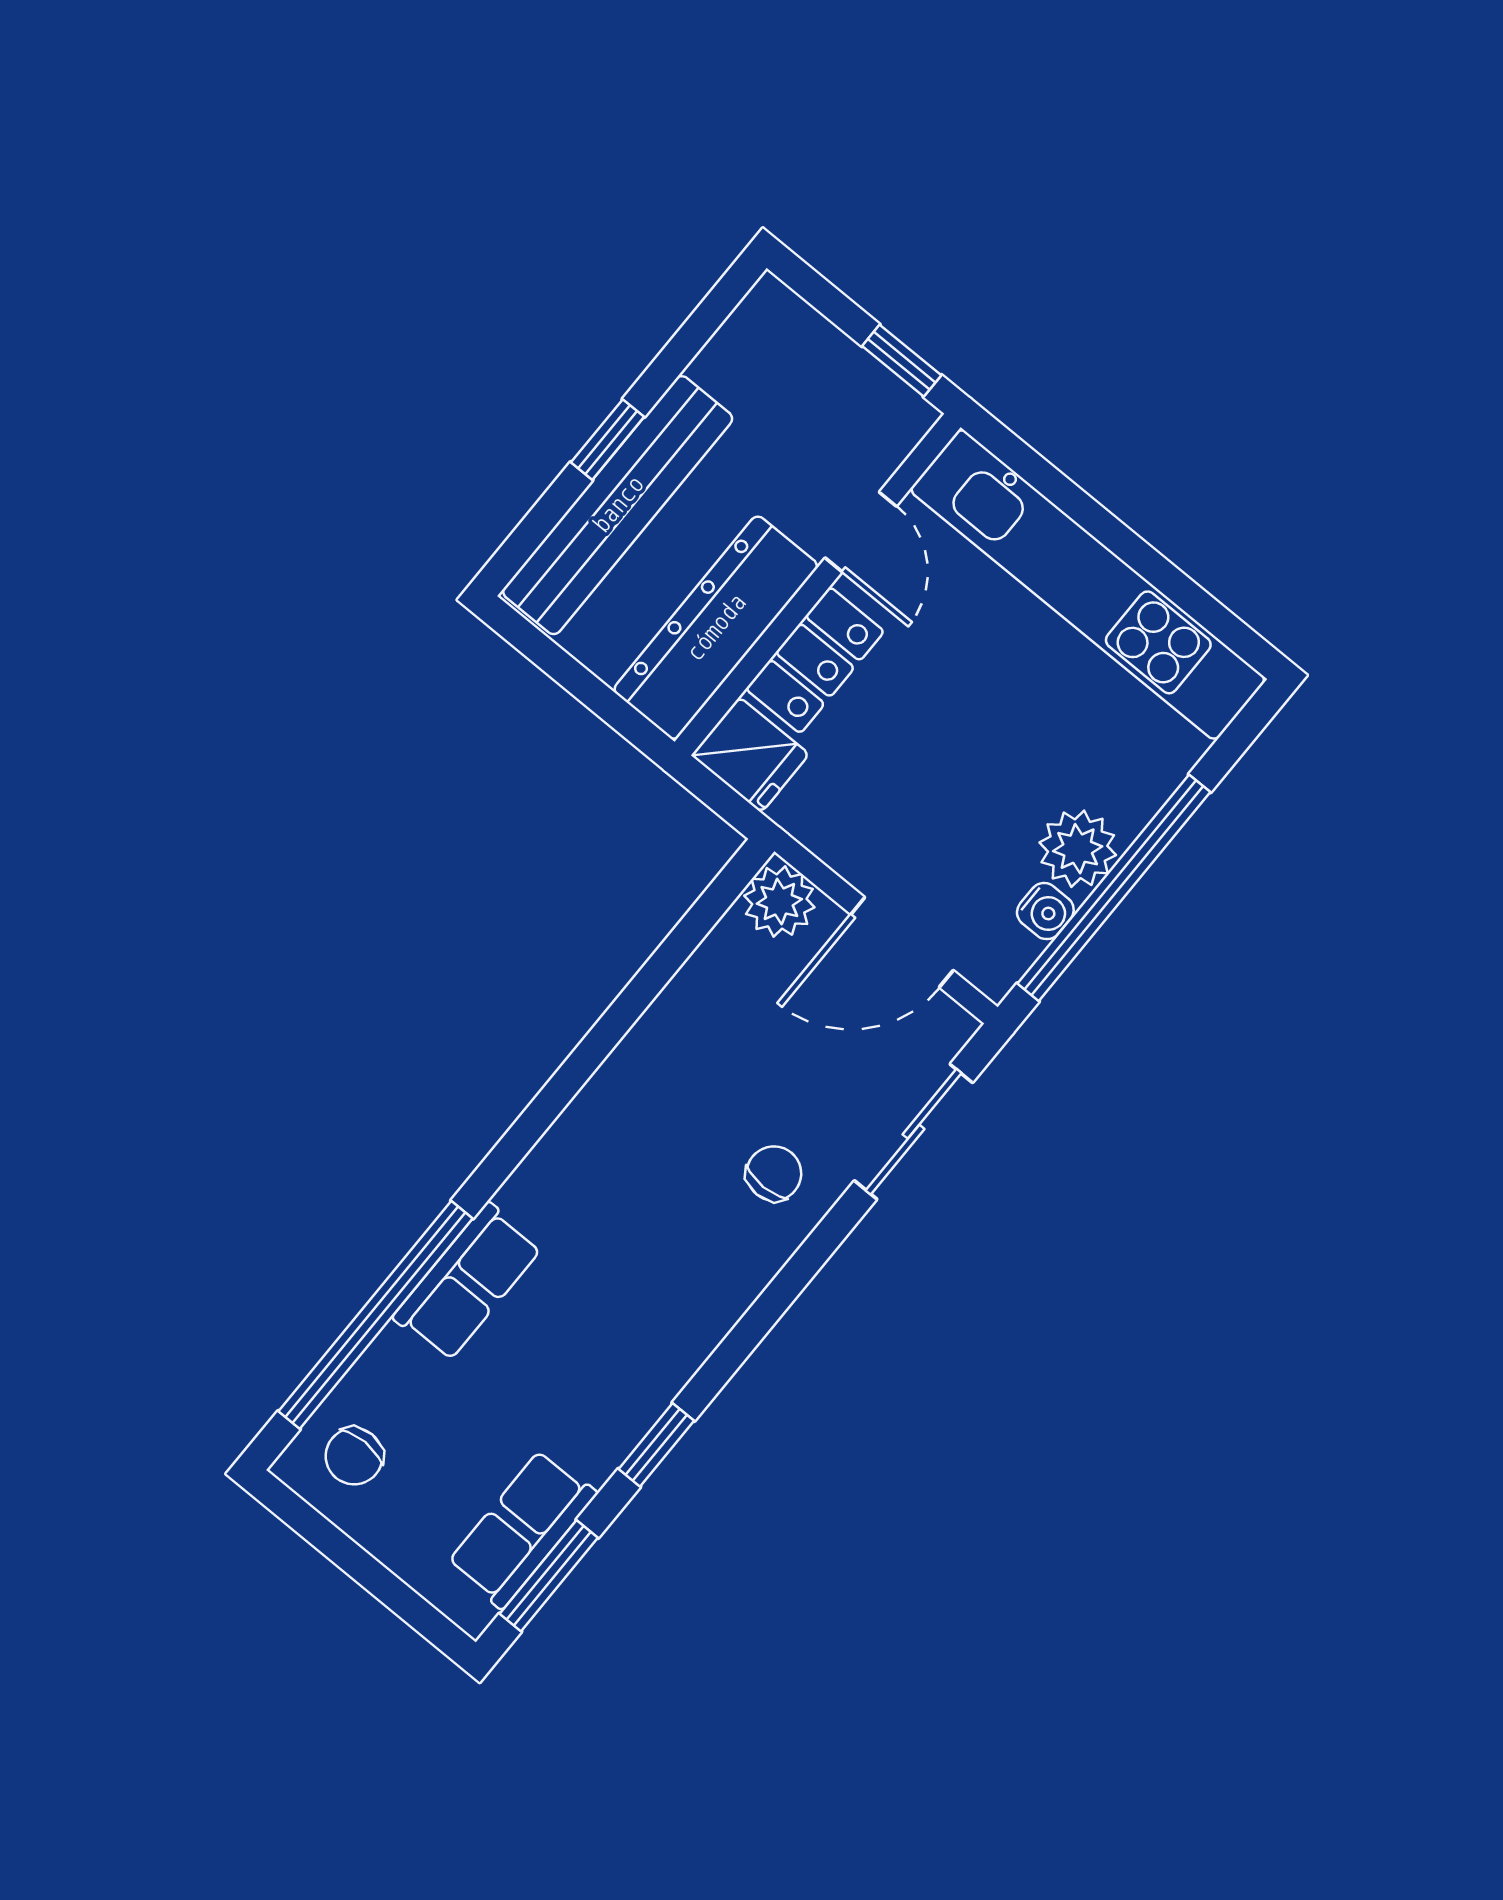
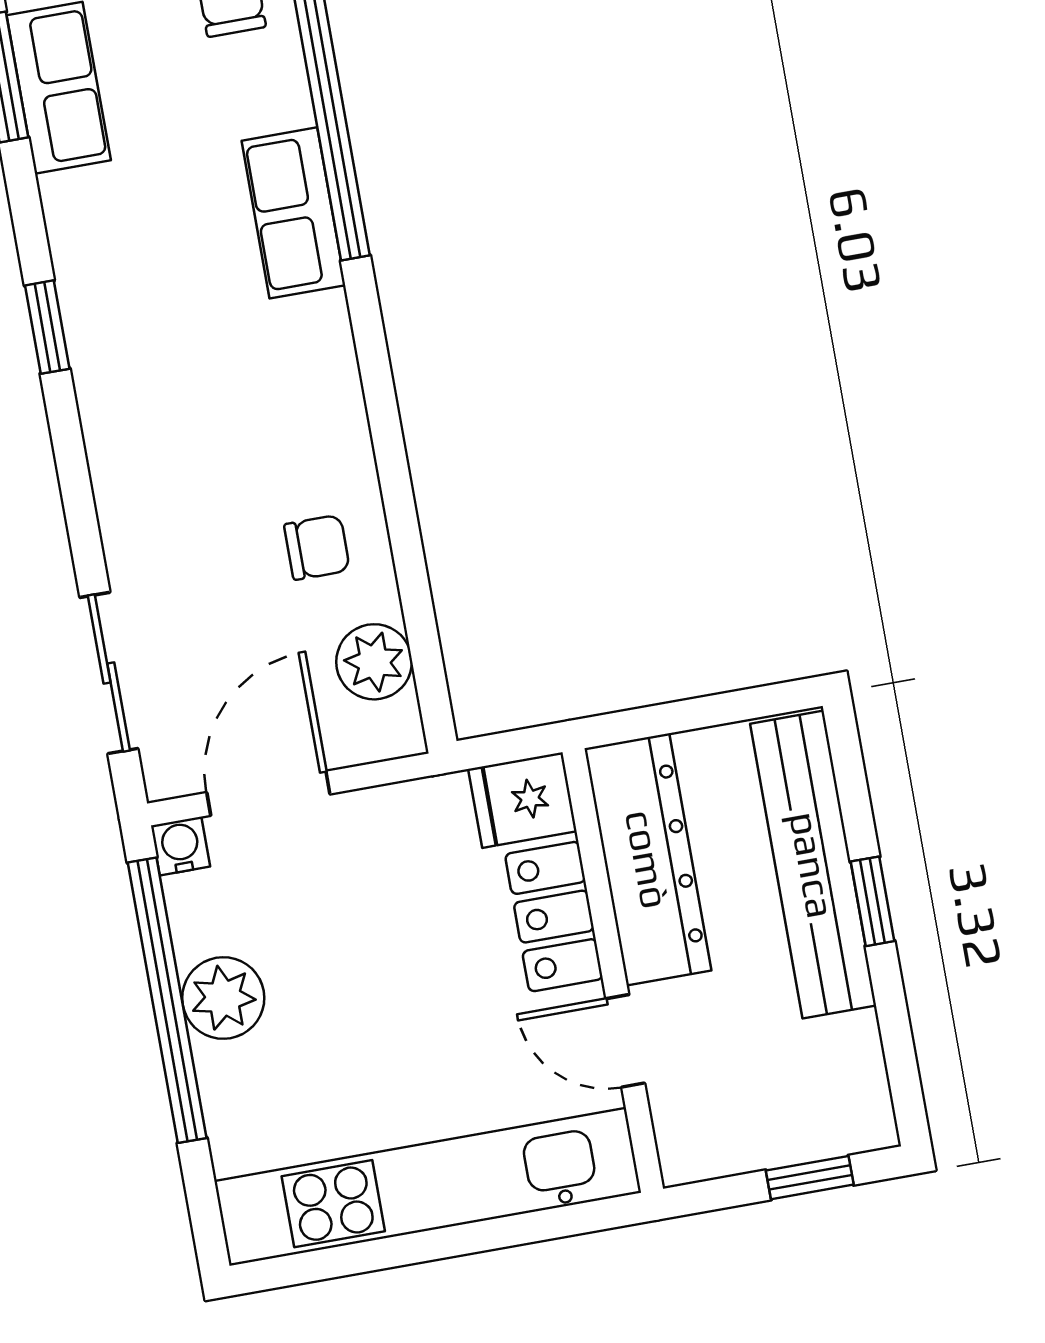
window: (902, 361) -> (810, 1178), moved
plant: (779, 901) -> (374, 662), moved
water cooler: (1045, 911) -> (181, 846), moved, turned 90
chair: (774, 1173) -> (317, 547), moved, turned -90
window: (656, 1445) -> (47, 327), moved

